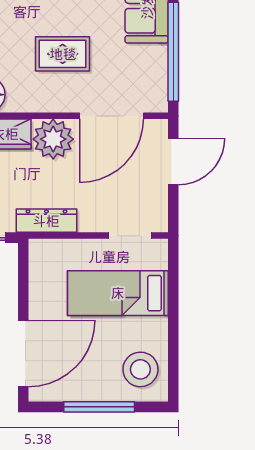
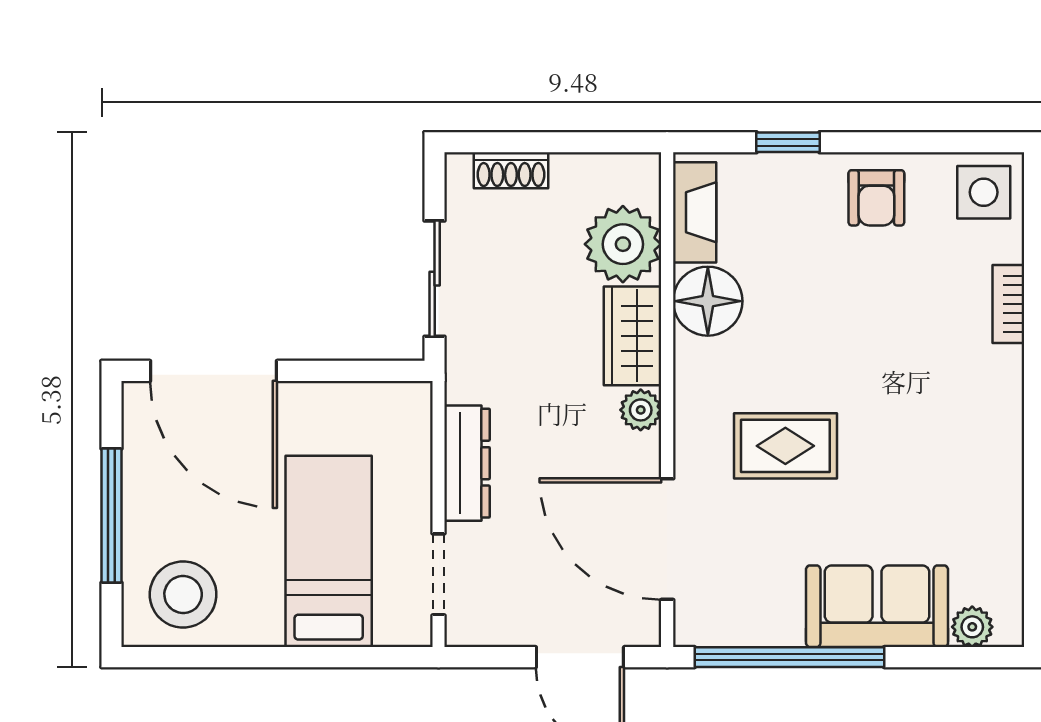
rug: (63, 54) -> (785, 446), turned 90
plant: (53, 139) -> (641, 410), width x0.53, depth x0.53
dresser: (46, 221) -> (467, 463), moved

